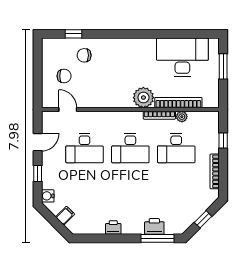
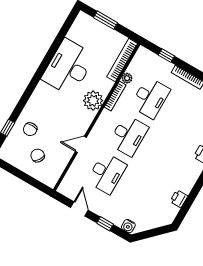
desk: (182, 57) -> (68, 67), moved
chair: (64, 76) -> (38, 156), turned -56
bookcase: (178, 103) -> (122, 60), moved
door: (68, 110) -> (81, 144), moved
filing cabinet: (65, 216) -> (153, 221), removed
printer: (113, 227) -> (179, 199), moved

